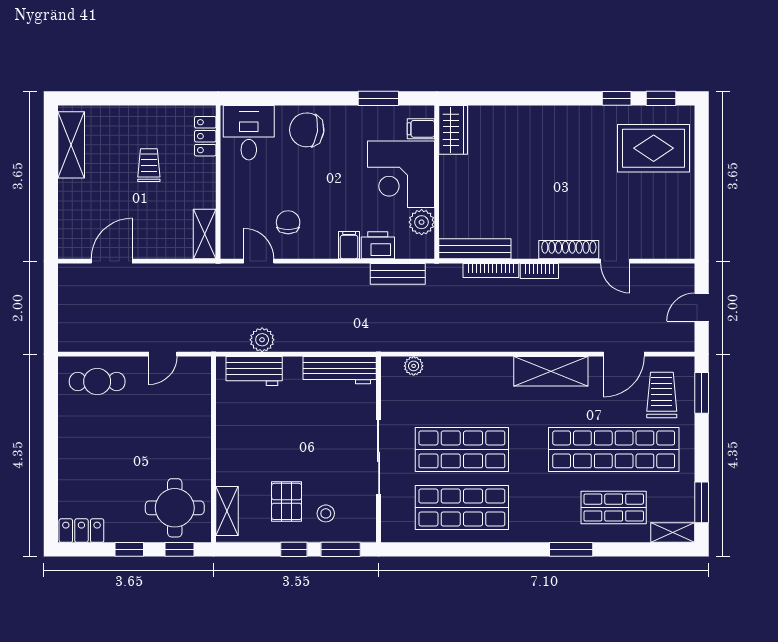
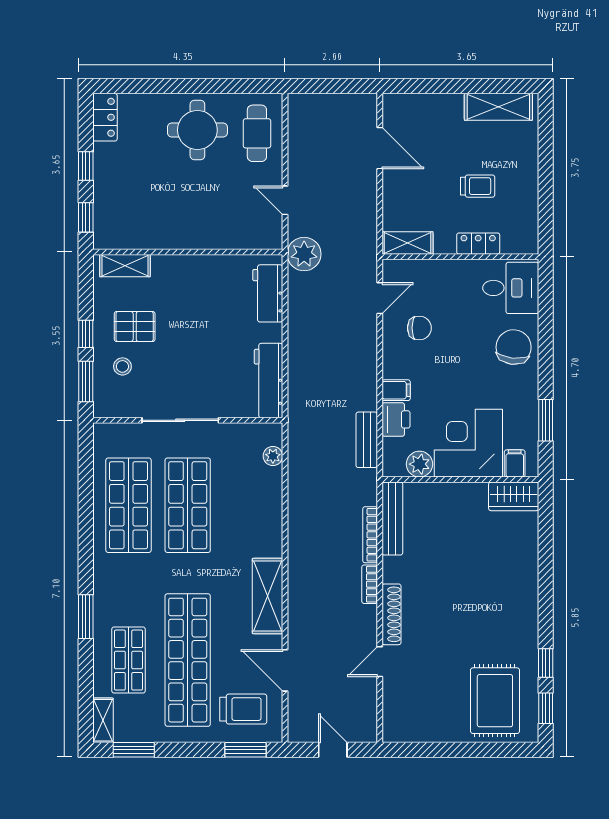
locker: (205, 136) -> (478, 244), moved
plant: (262, 340) -> (304, 254), moved, width x1.36, depth x1.36
round table: (175, 508) -> (197, 130), moved

